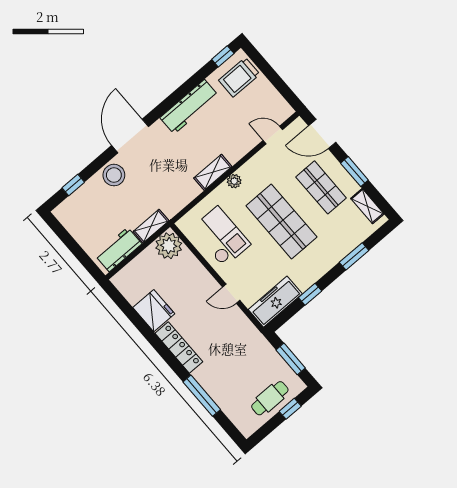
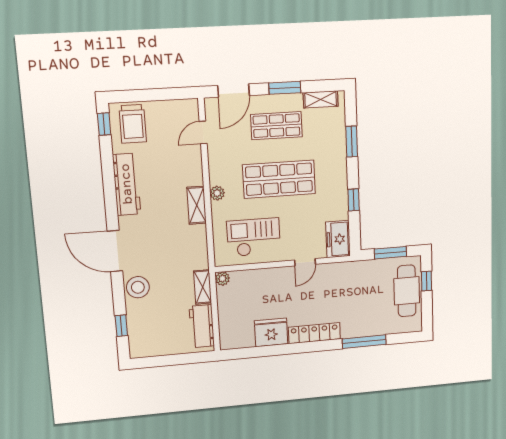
plant: (169, 246) -> (222, 279), width x0.53, depth x0.53
freezer: (275, 302) -> (338, 239), width x0.71
cafe table: (270, 398) -> (407, 291), width x1.37, depth x1.35

